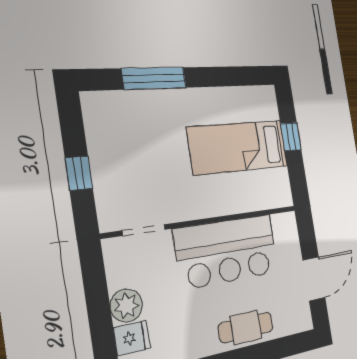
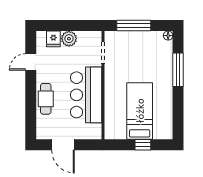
floor lamp: (90, 100) -> (168, 36), added
window: (79, 173) -> (134, 26), width x2.17

